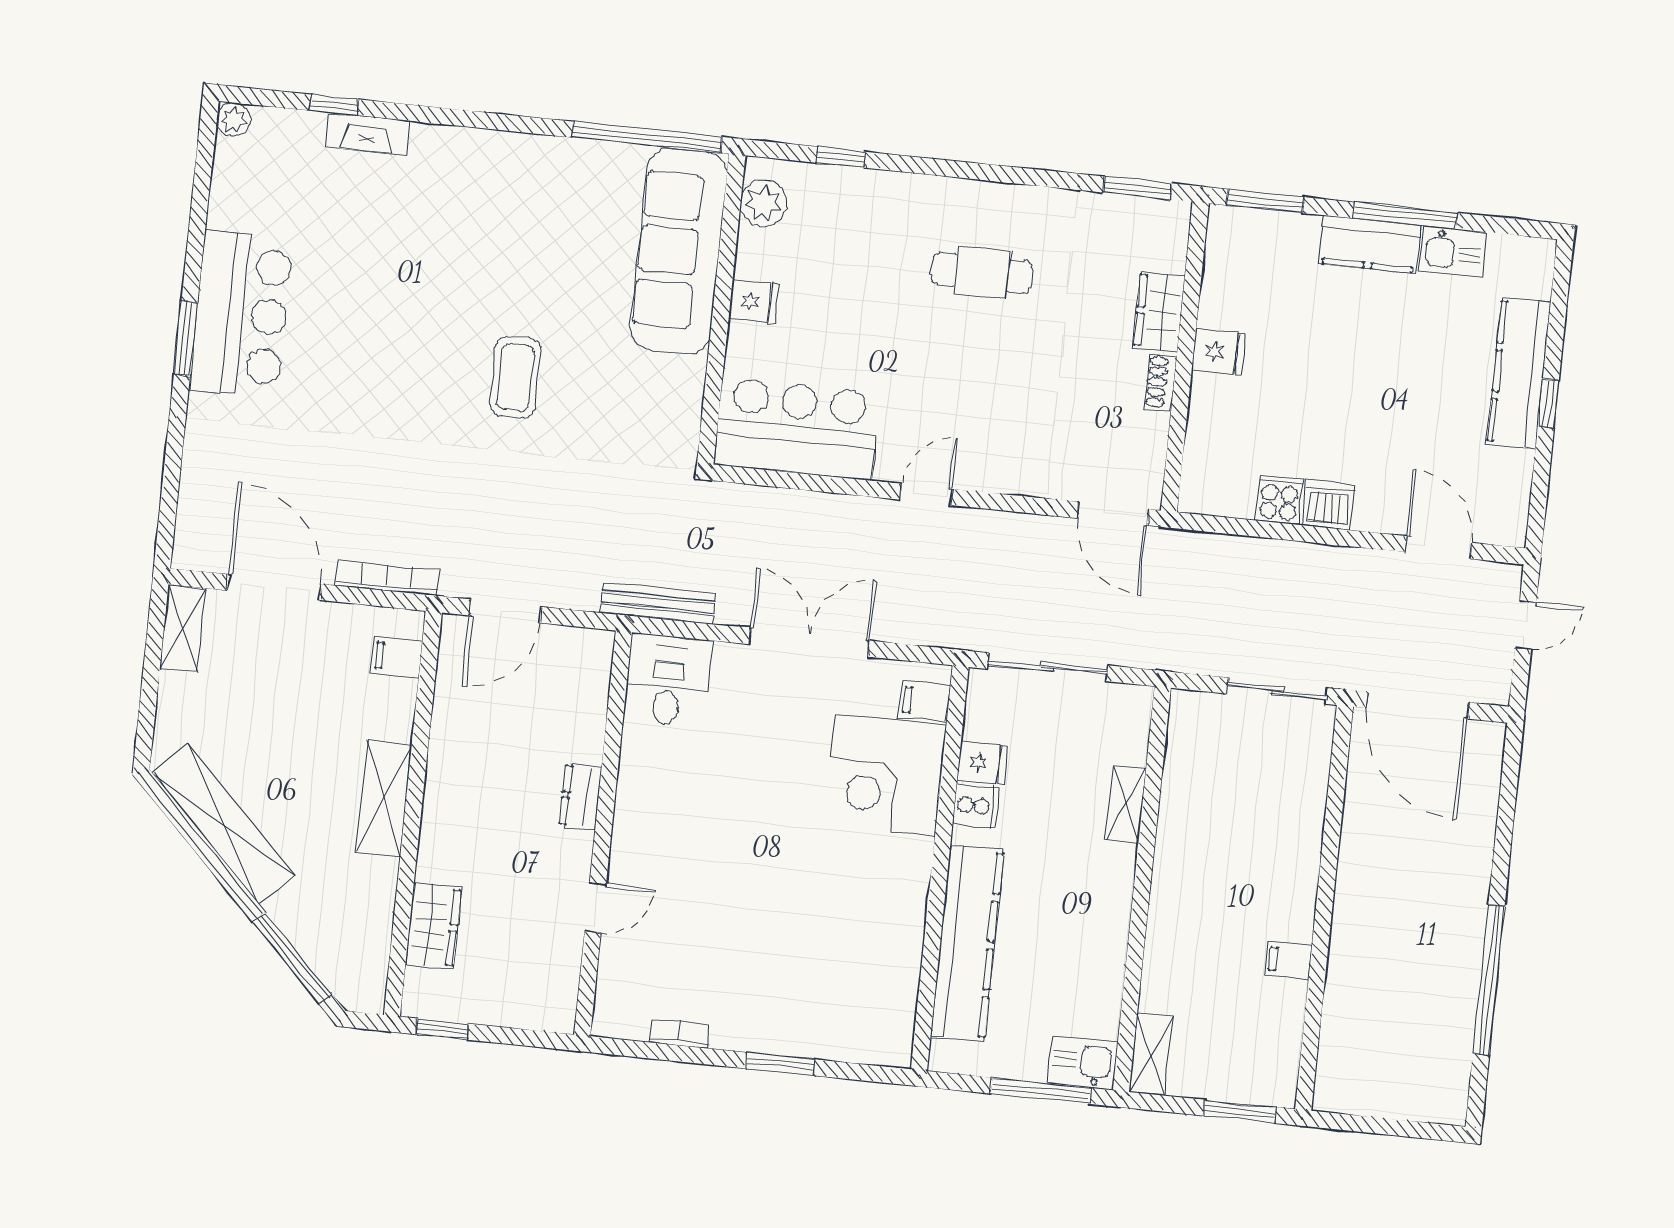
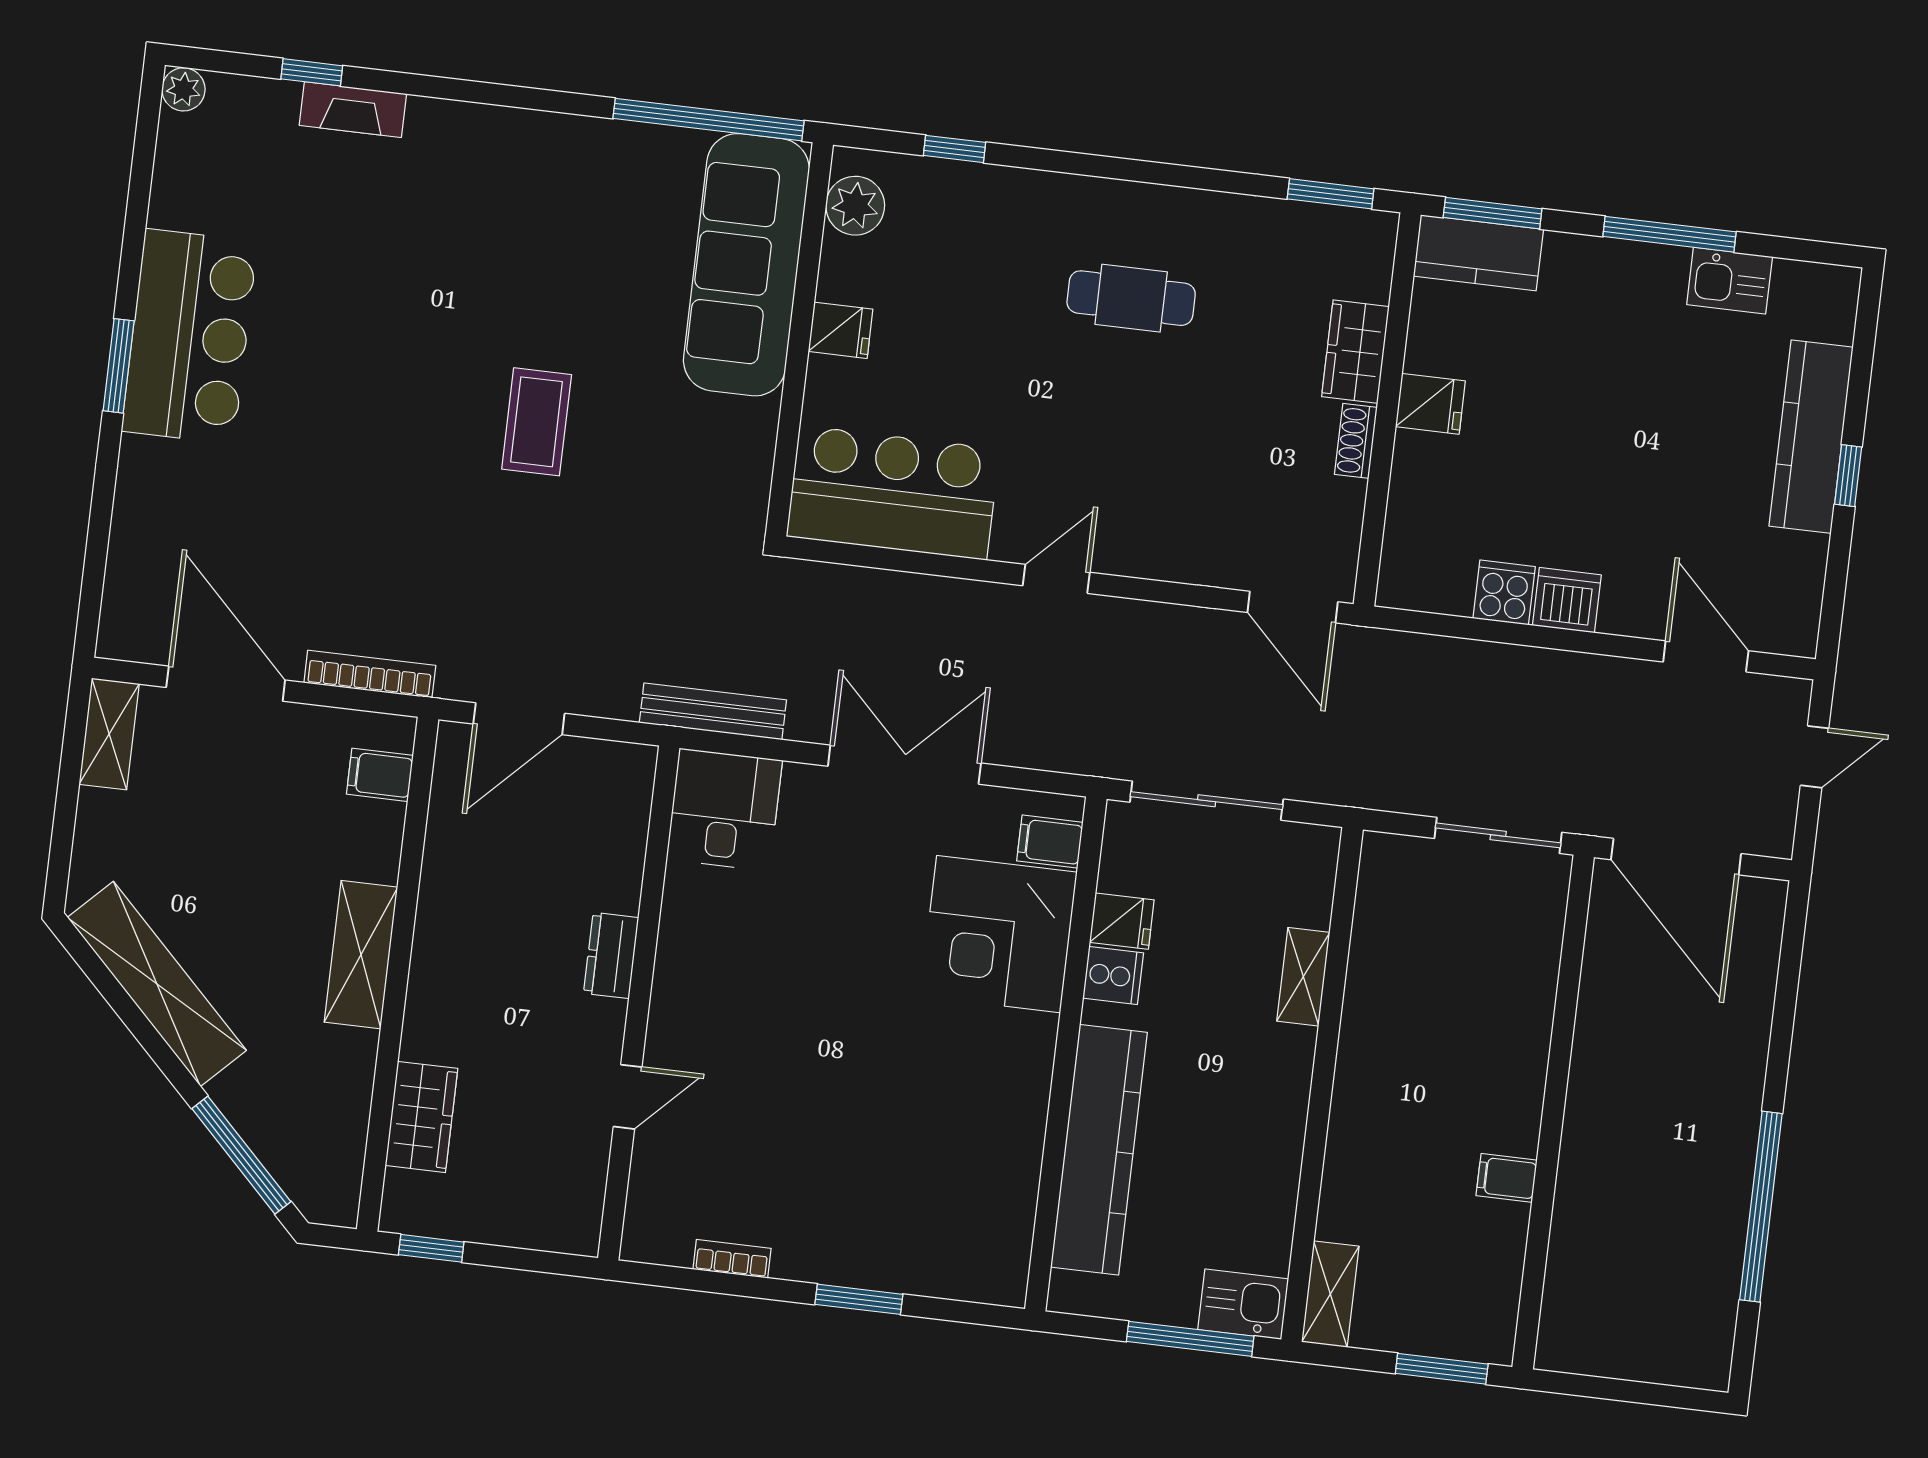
kitchen counter: (1370, 244) -> (1478, 253), moved

